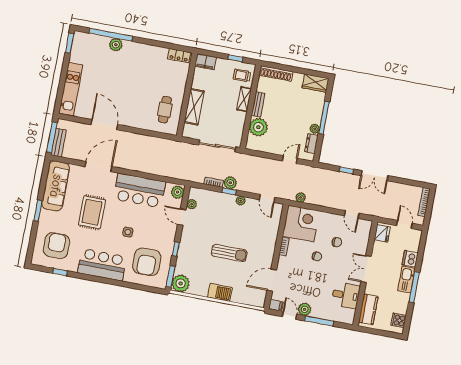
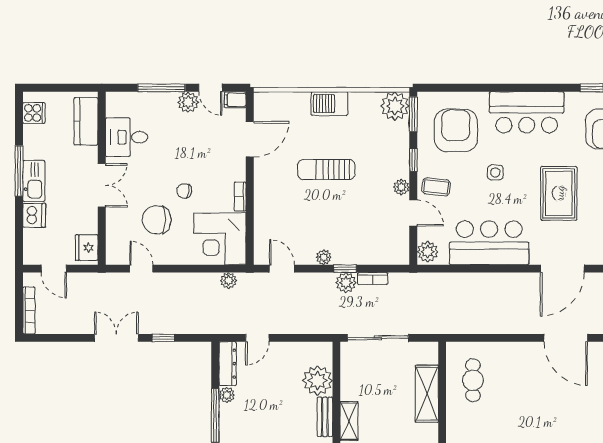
dresser: (311, 143) -> (228, 364), width x1.44
plant: (192, 204) -> (401, 187), moved
coffee table: (165, 230) -> (436, 187), added
chair: (337, 242) -> (157, 220), width x1.87, depth x1.87

